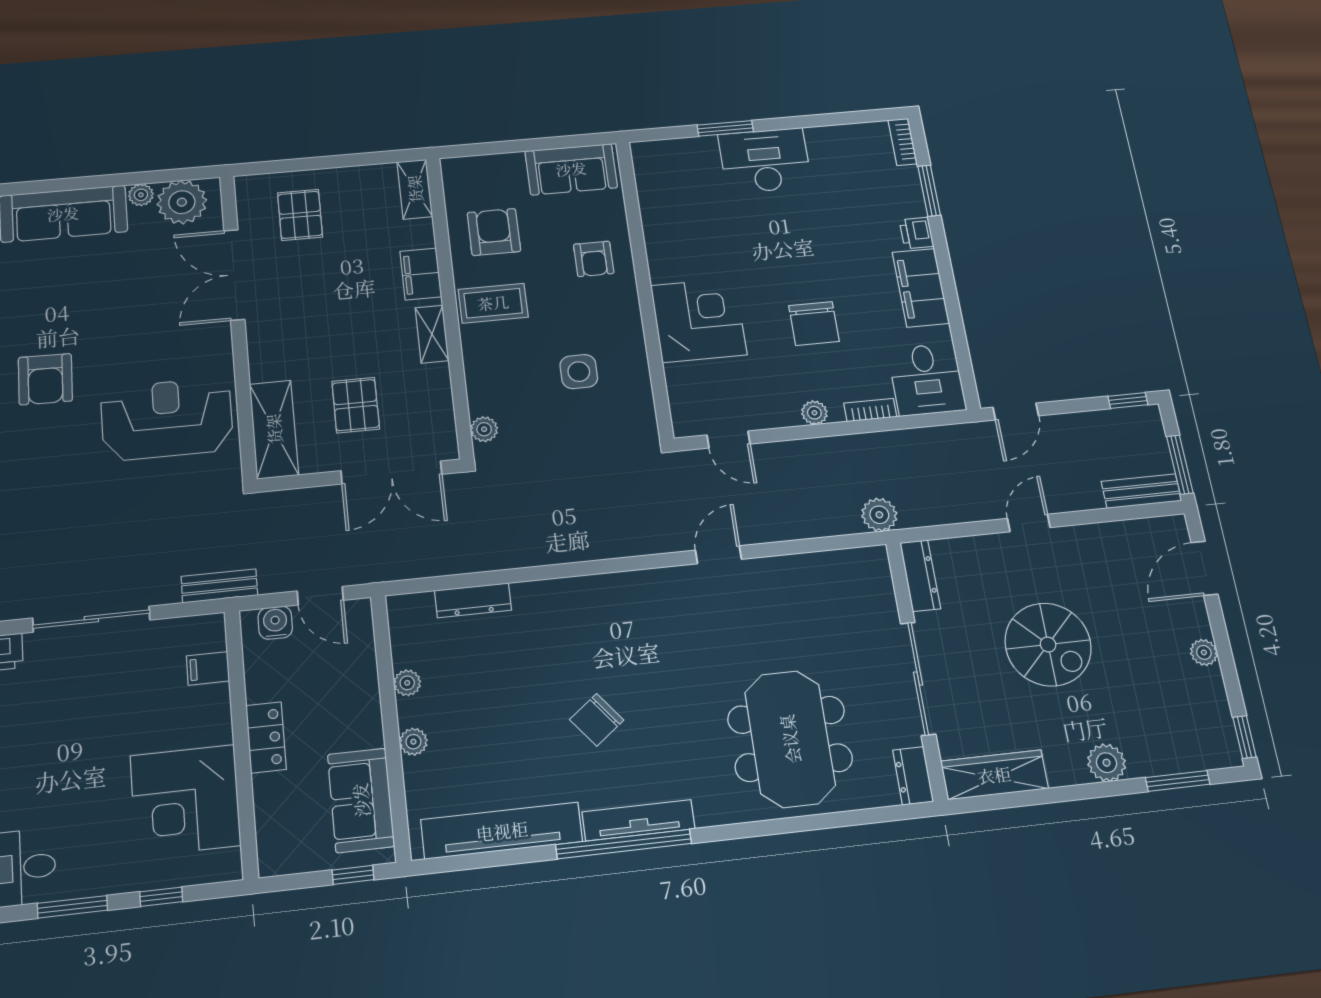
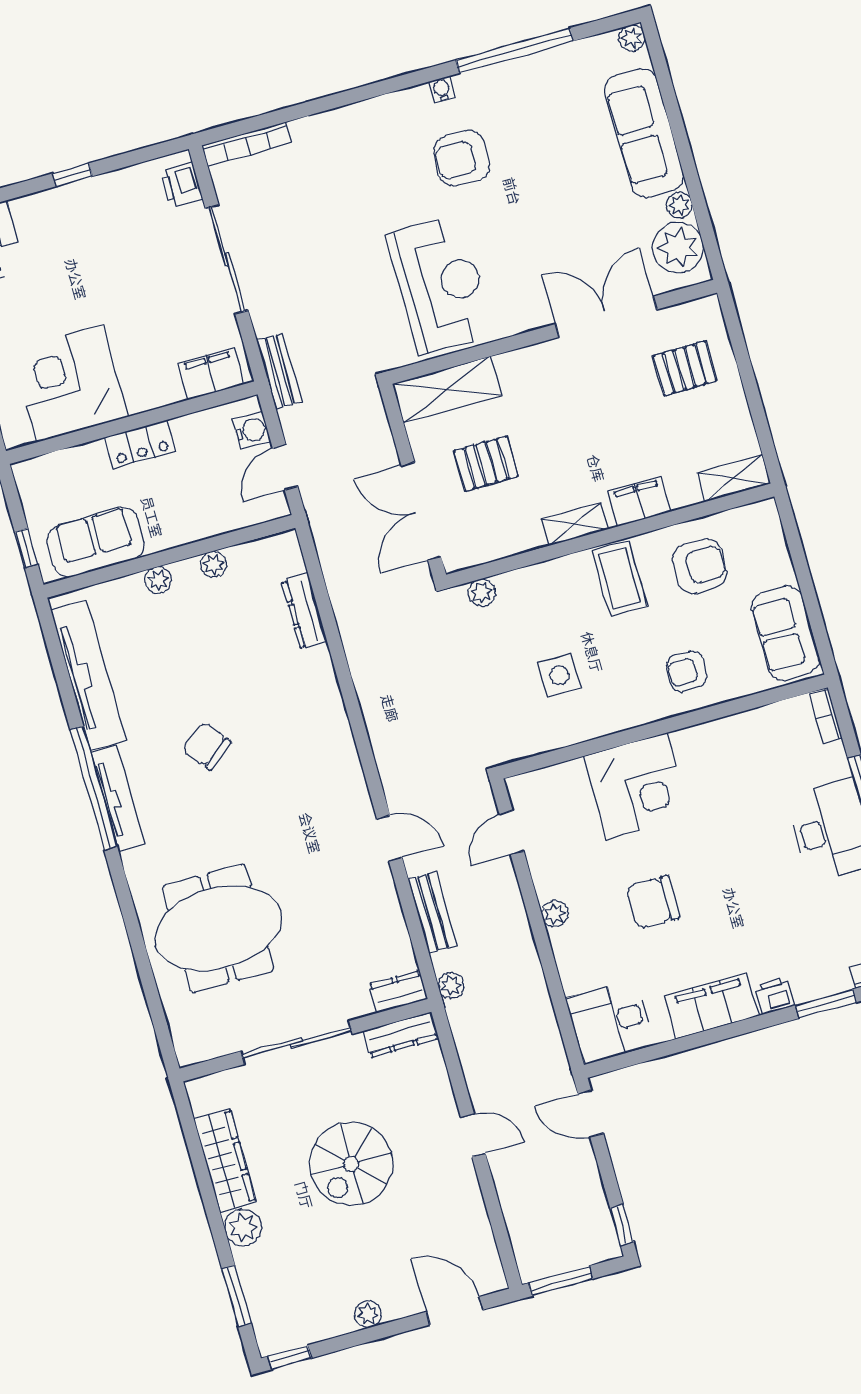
bookcase: (870, 410) -> (826, 716), moved, turned 180
bench: (1141, 491) -> (432, 912), moved
plant: (879, 515) -> (451, 986), width x0.73, depth x0.73
filing cabinet: (208, 668) -> (211, 374), width x2.00
wardrobe: (994, 775) -> (225, 1161), moved
dresser: (913, 776) -> (398, 992), moved

